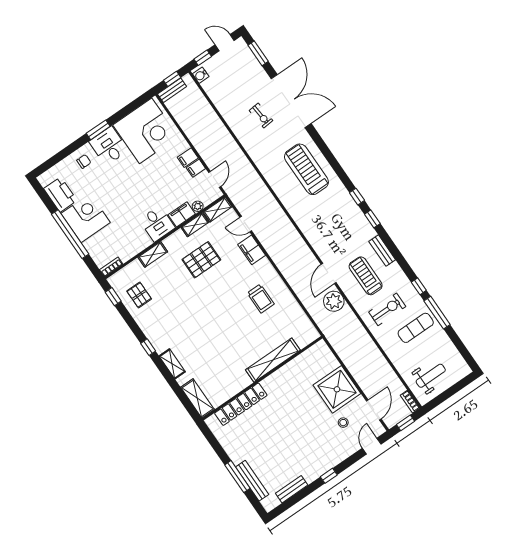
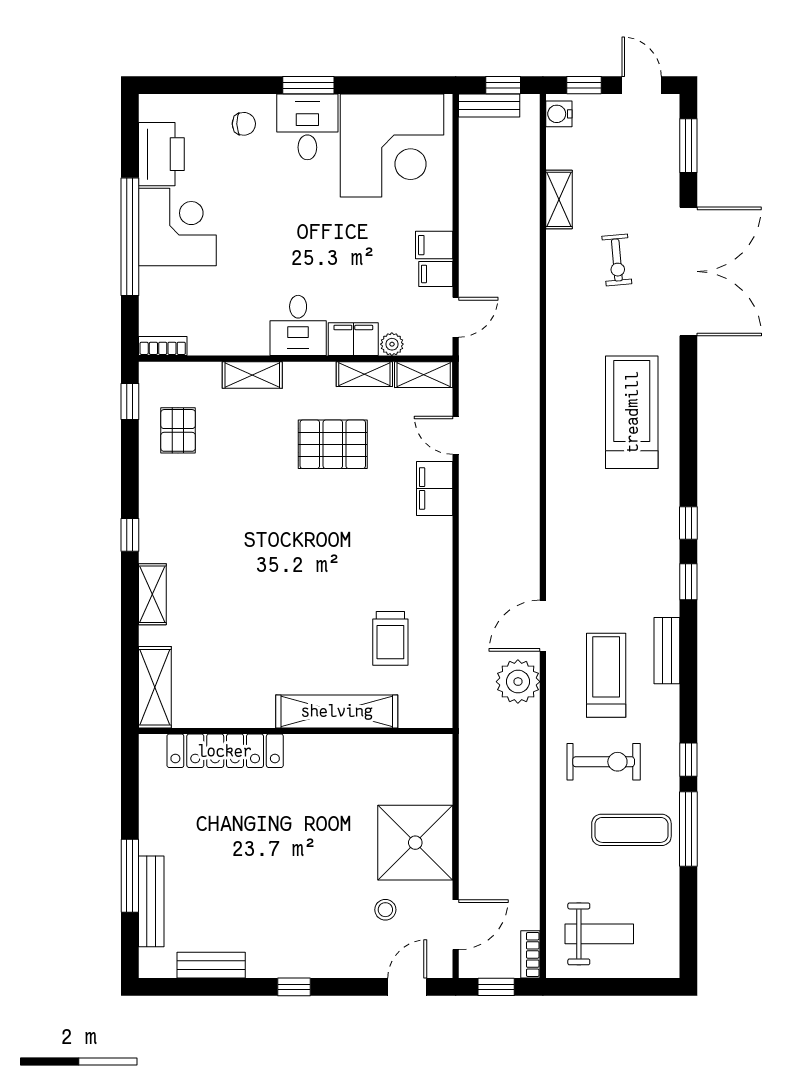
shelving: (223, 108) -> (559, 199), added
trolley: (261, 298) -> (390, 638), moved

